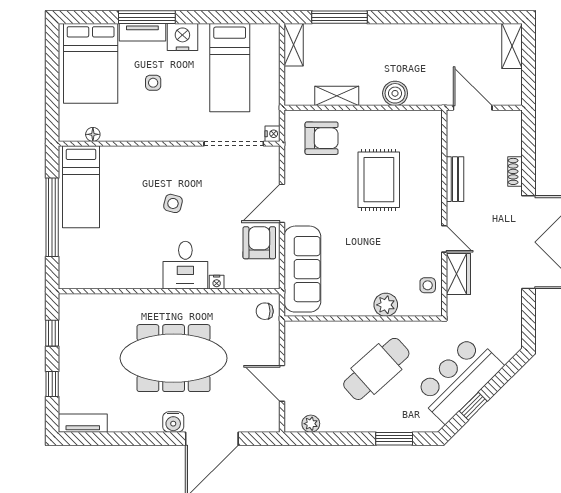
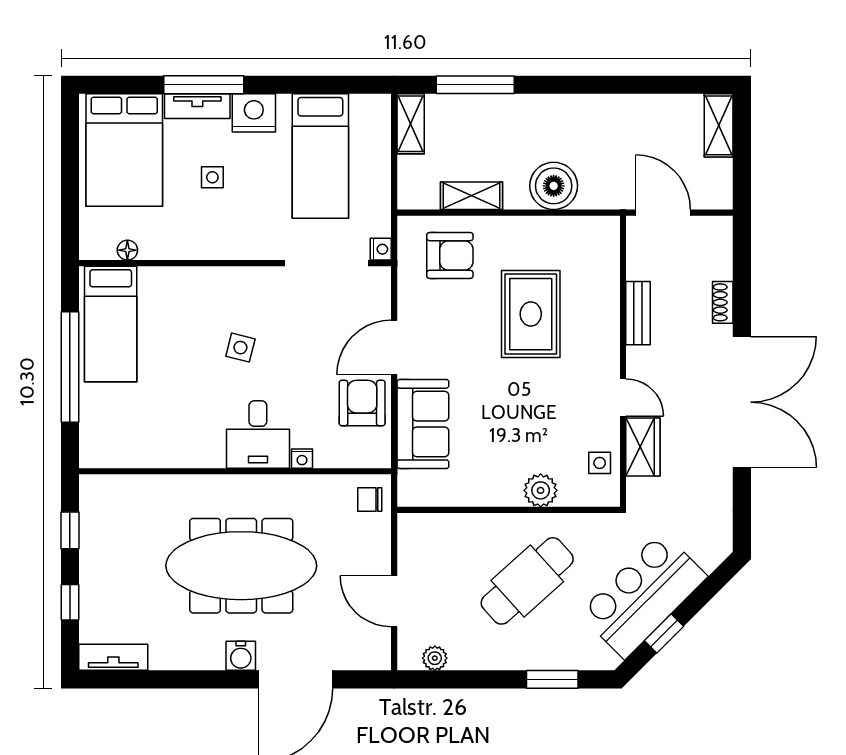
boiler: (395, 93) -> (554, 186), width x1.37, depth x1.37
sofa: (302, 269) -> (423, 424), width x0.73

